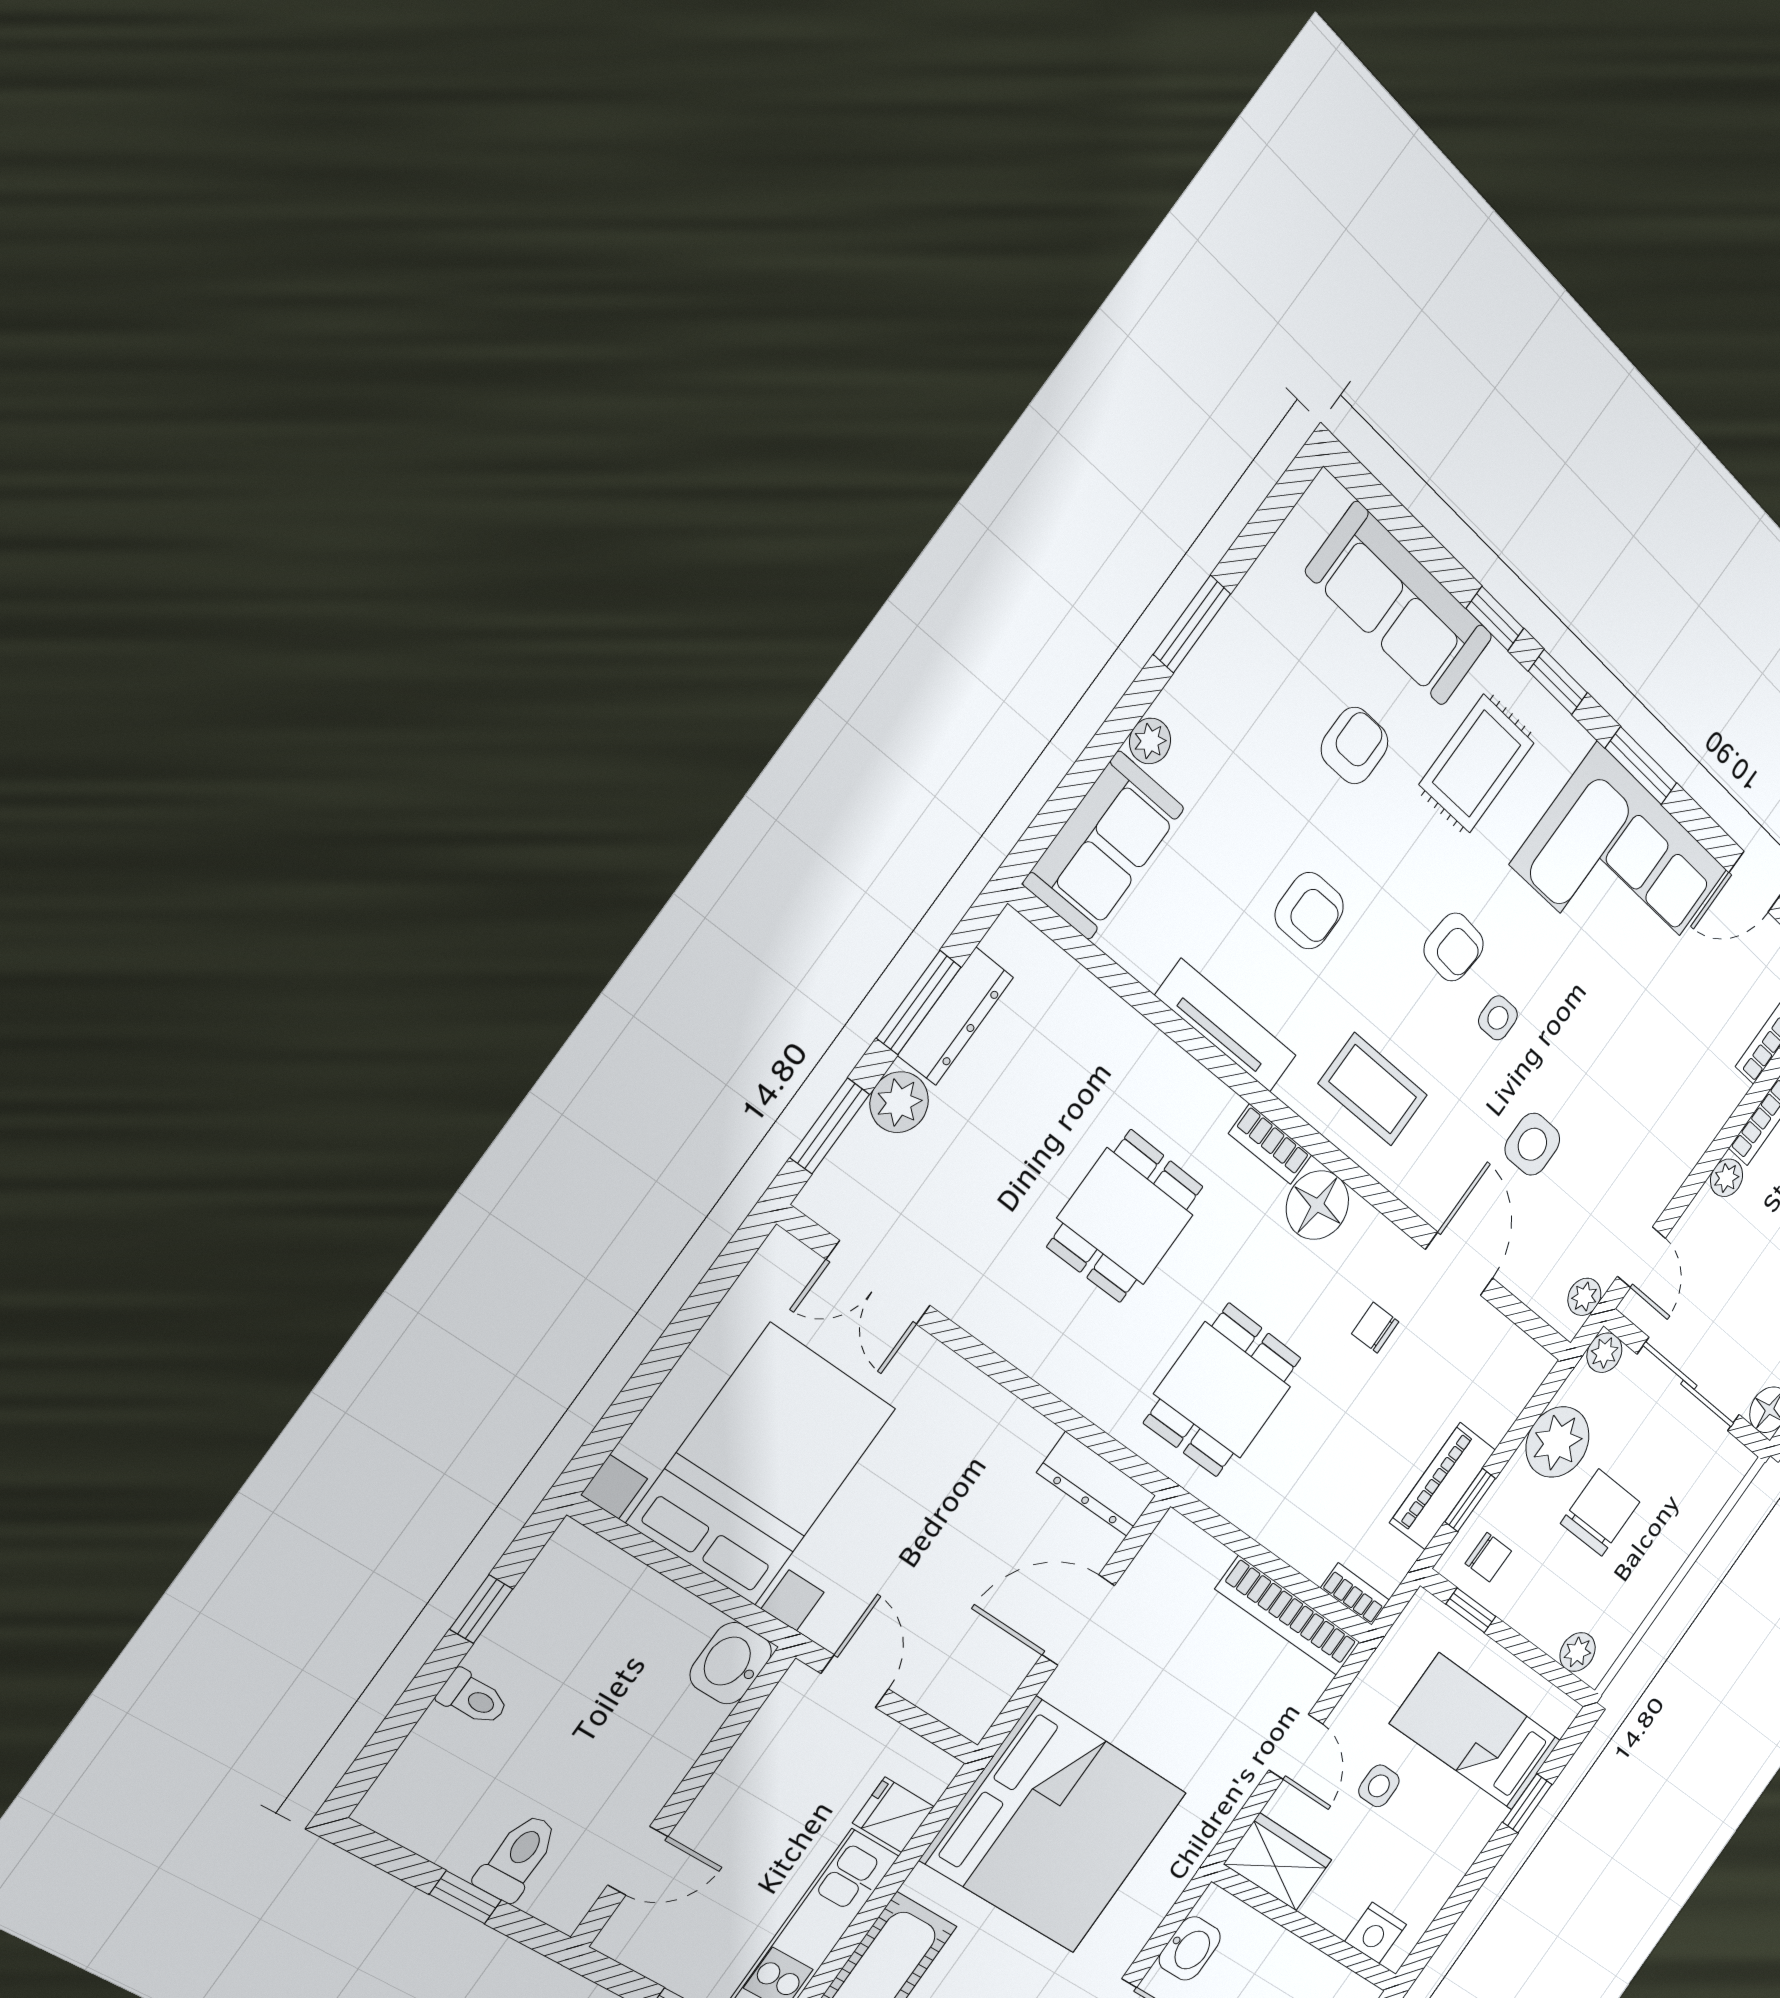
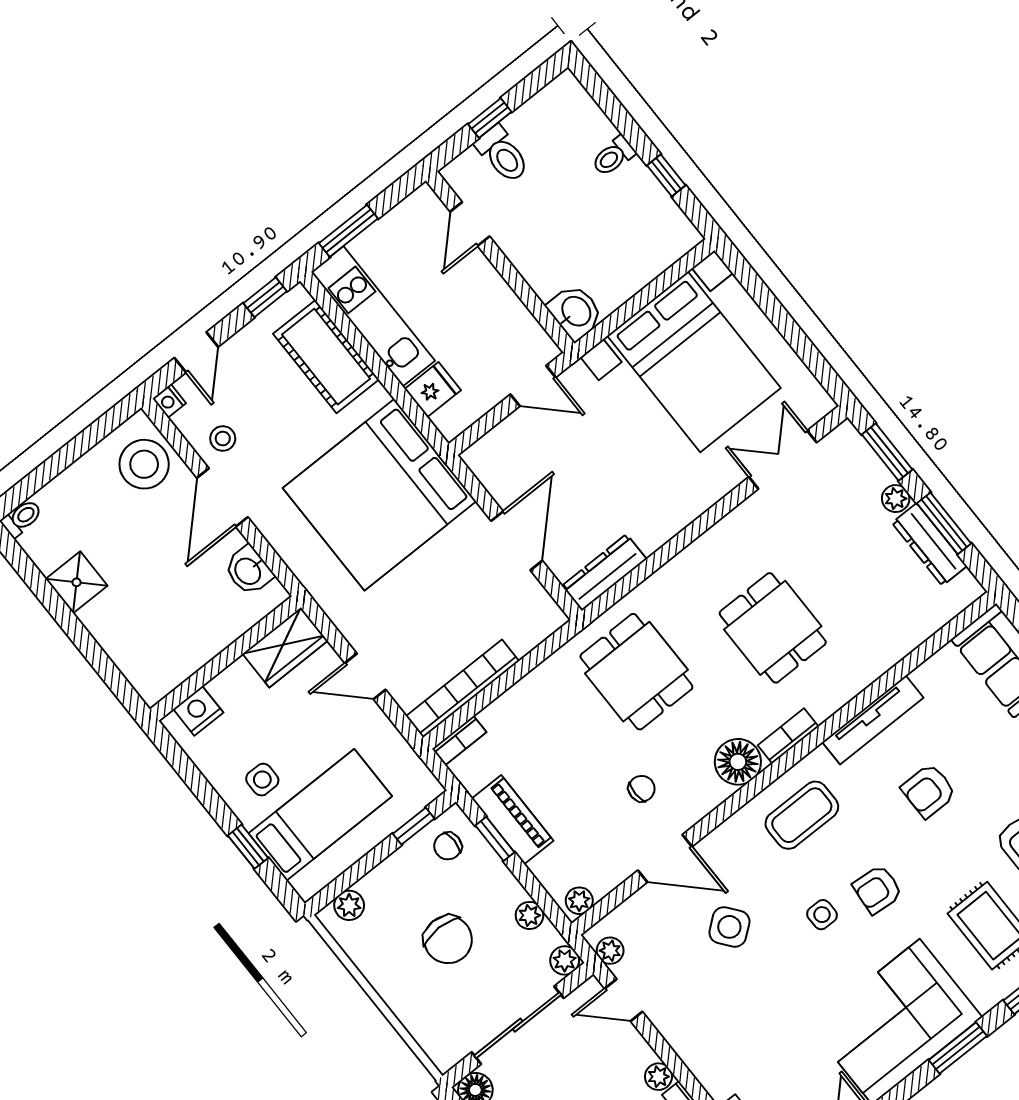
plant: (899, 1102) -> (896, 499), width x0.73, depth x0.73
side table: (1532, 1144) -> (729, 927), turned -38
plant: (1529, 1360) -> (579, 901), added
plant: (1558, 1442) -> (529, 915), width x0.53, depth x0.53
side table: (1379, 1786) -> (262, 780), moved

